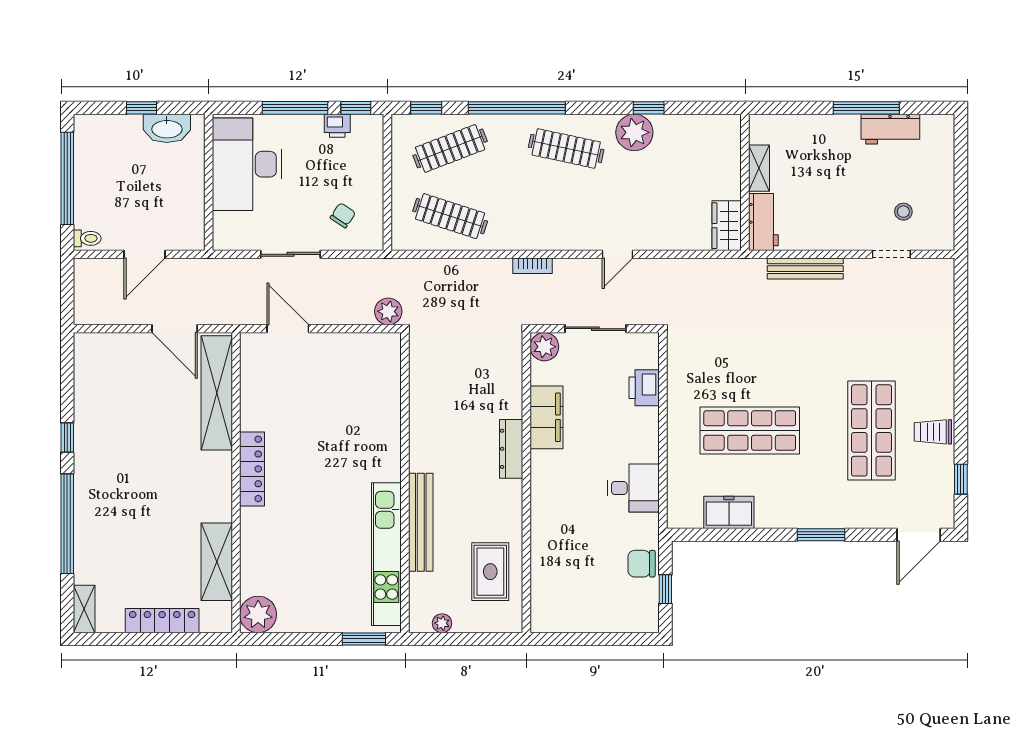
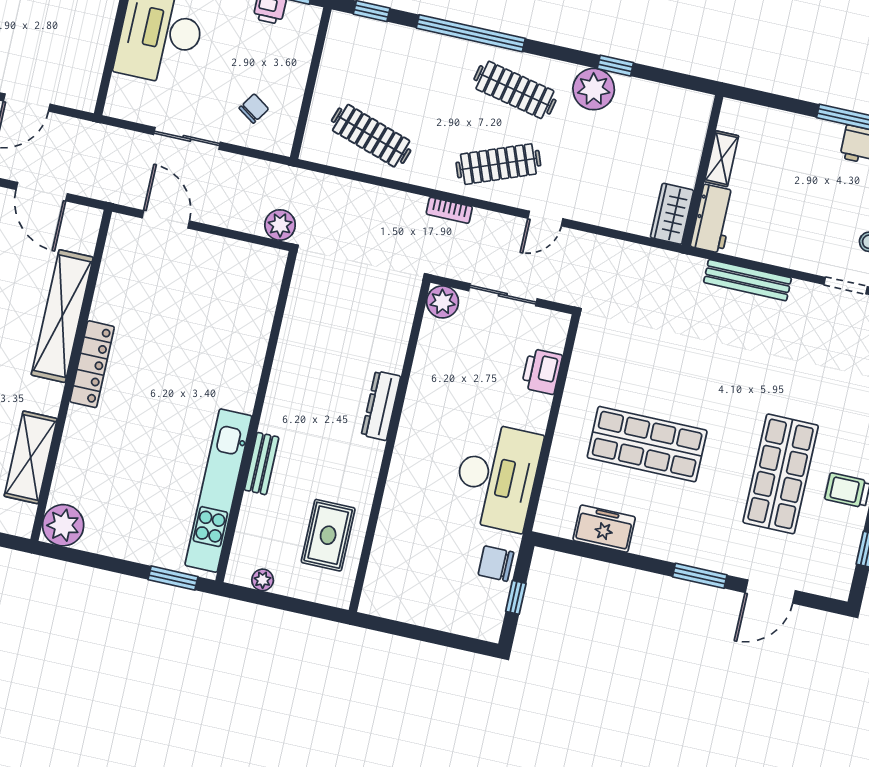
clothes rail: (450, 148) -> (498, 164), moved
shelving: (217, 393) -> (62, 316), moved
filing cabinet: (546, 417) -> (428, 380), removed
desk: (633, 488) -> (497, 477), width x1.87, depth x1.30
bench: (421, 522) -> (262, 464), width x0.54, depth x0.82
door: (919, 535) -> (770, 592), moved

